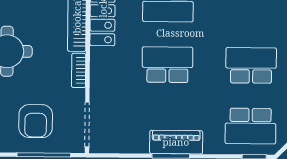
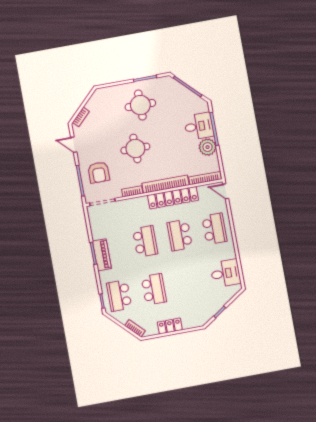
armchair: (36, 121) -> (99, 172), turned -90

